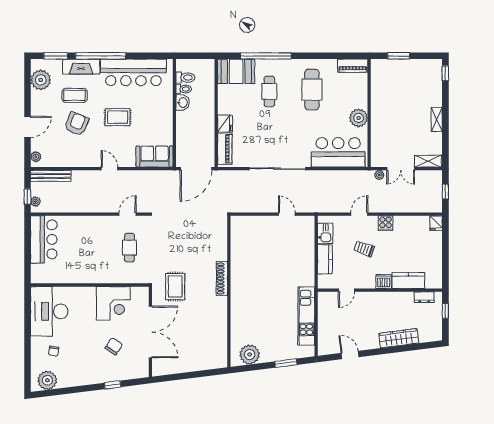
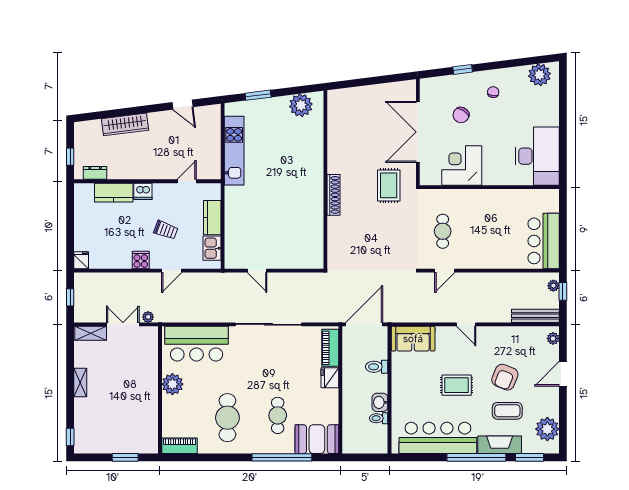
toilet: (185, 78) -> (377, 367), moved
chair: (54, 351) -> (493, 92), moved

